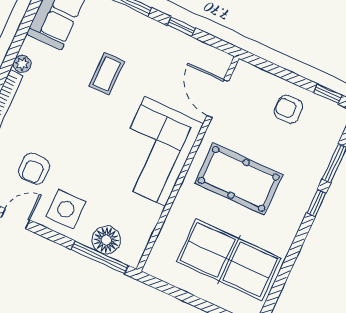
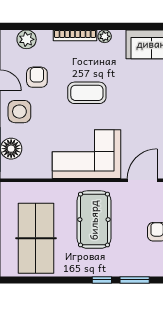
coffee table: (107, 74) -> (87, 93), moved, width x1.36, depth x1.30
armchair: (34, 169) -> (37, 77), turned 90

